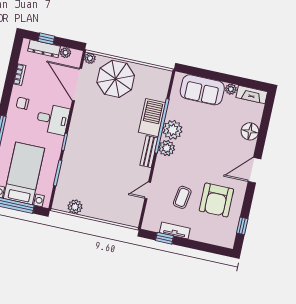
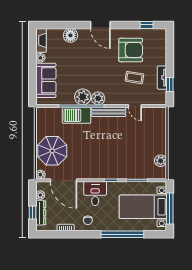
door: (77, 85) -> (63, 180), hinge flipped
bench: (149, 152) -> (109, 112), width x1.36

